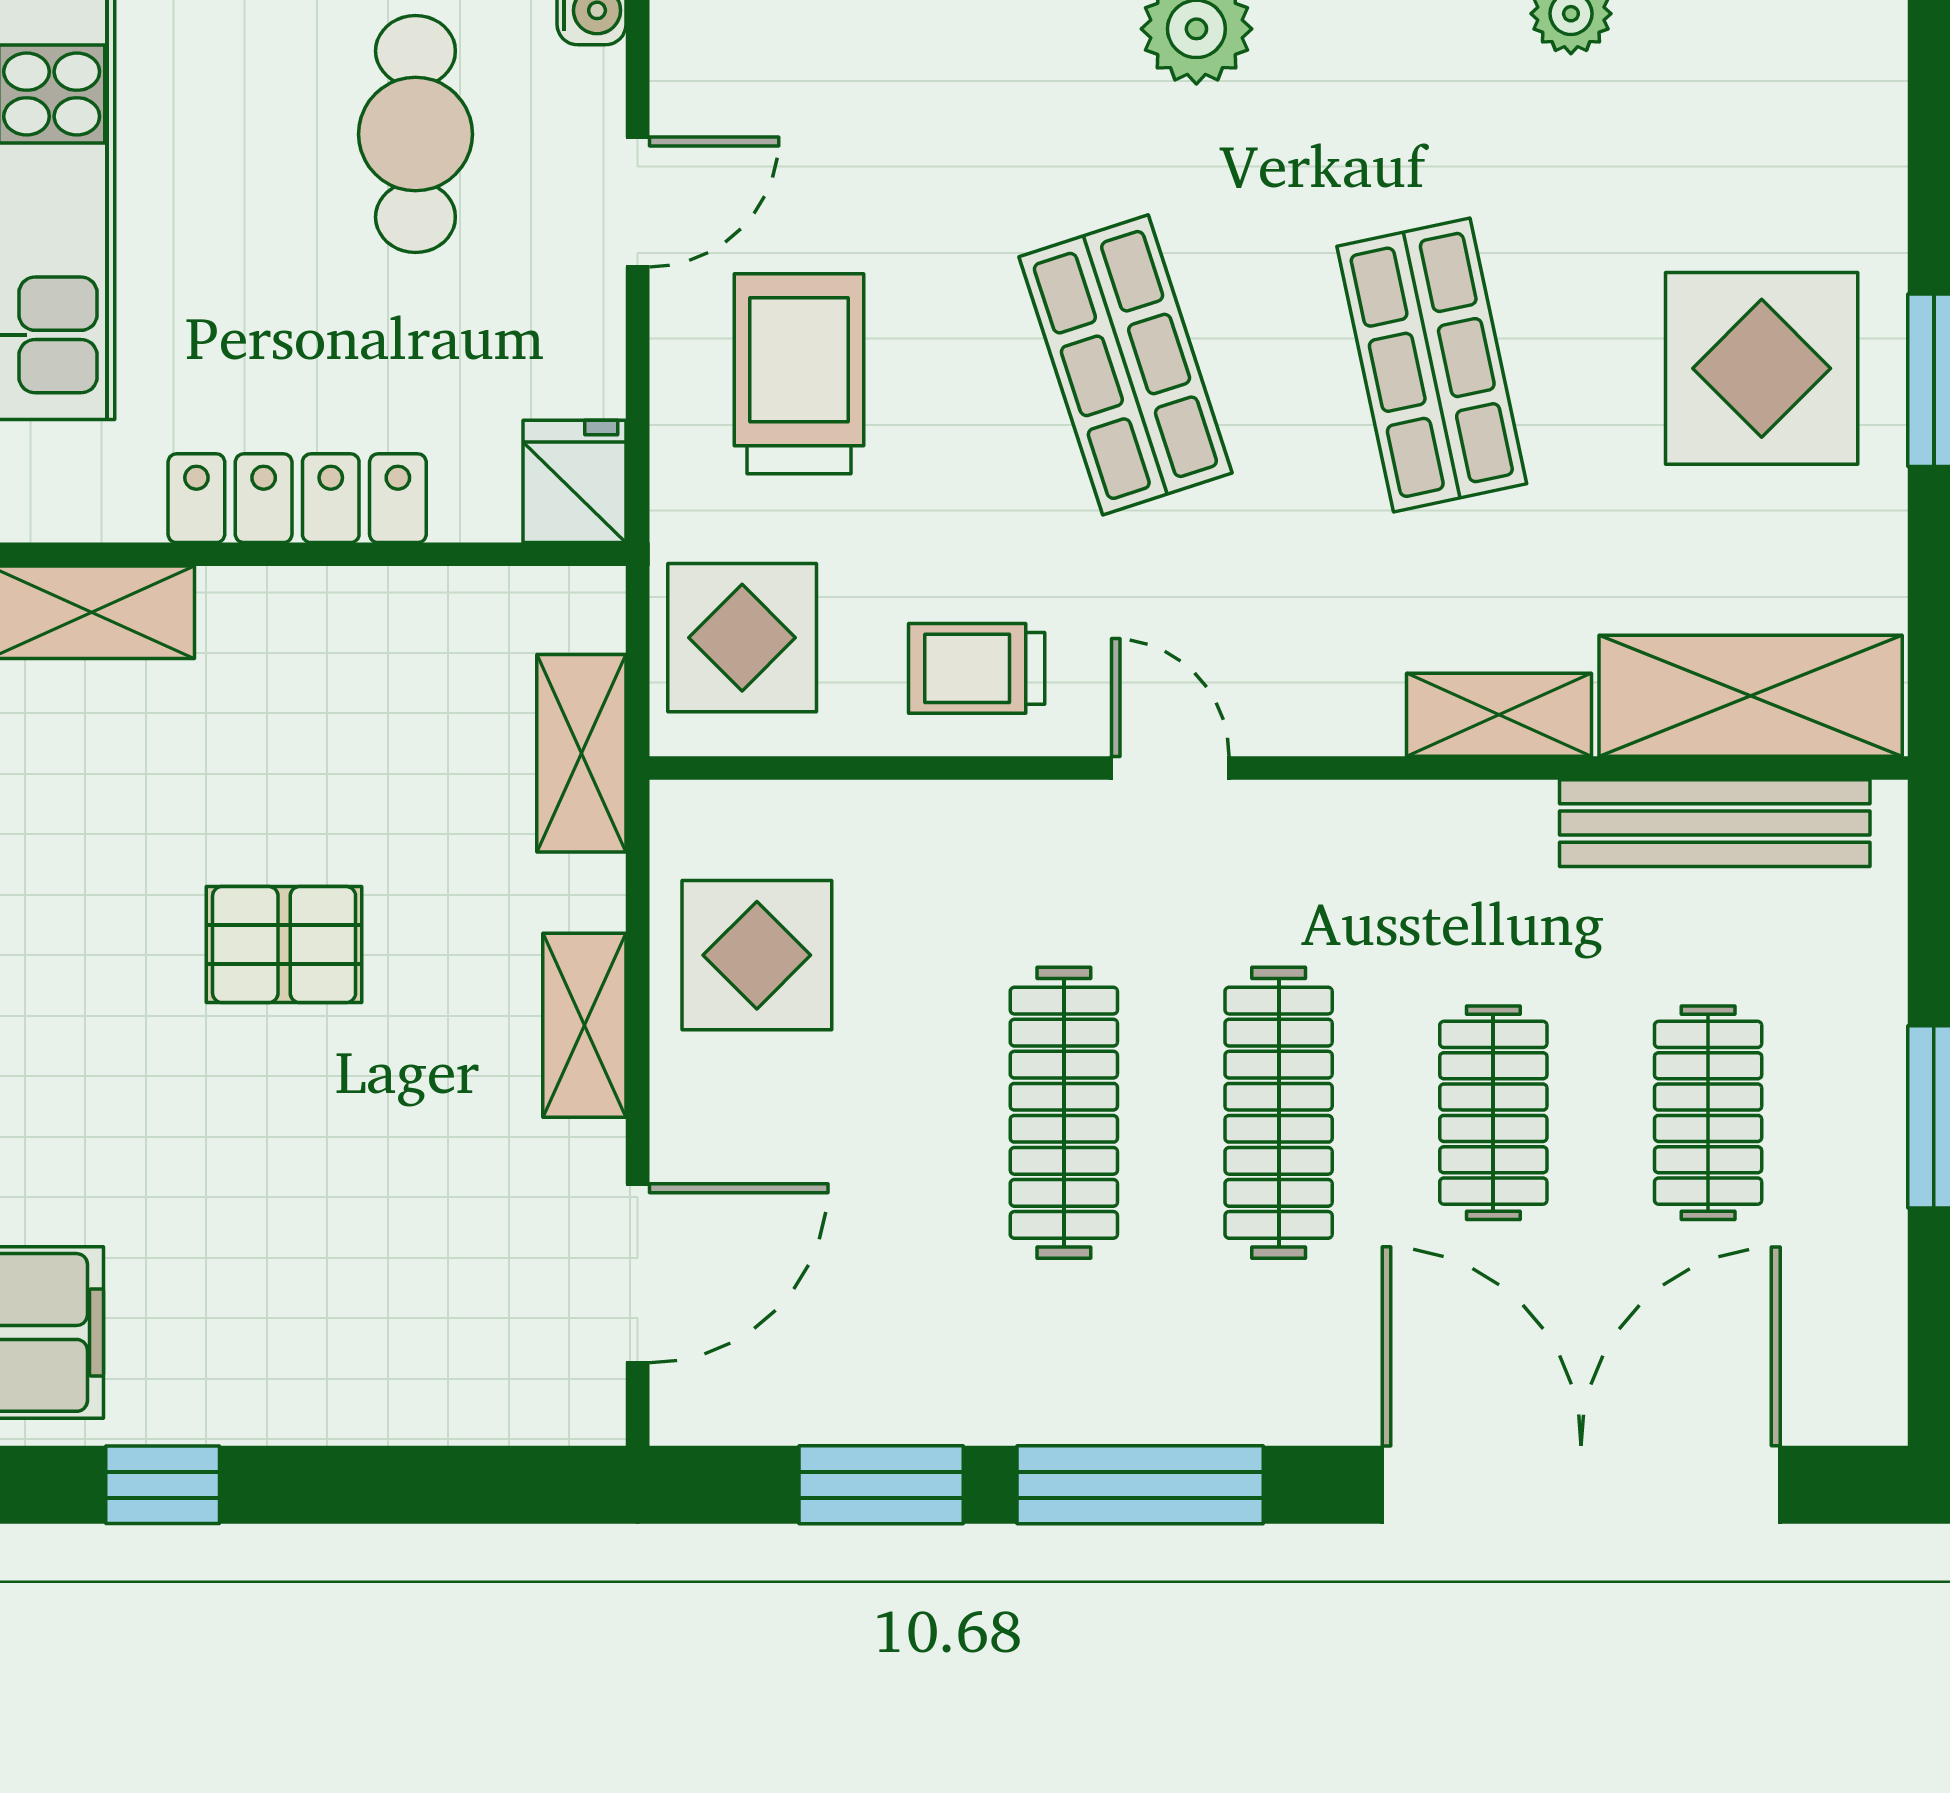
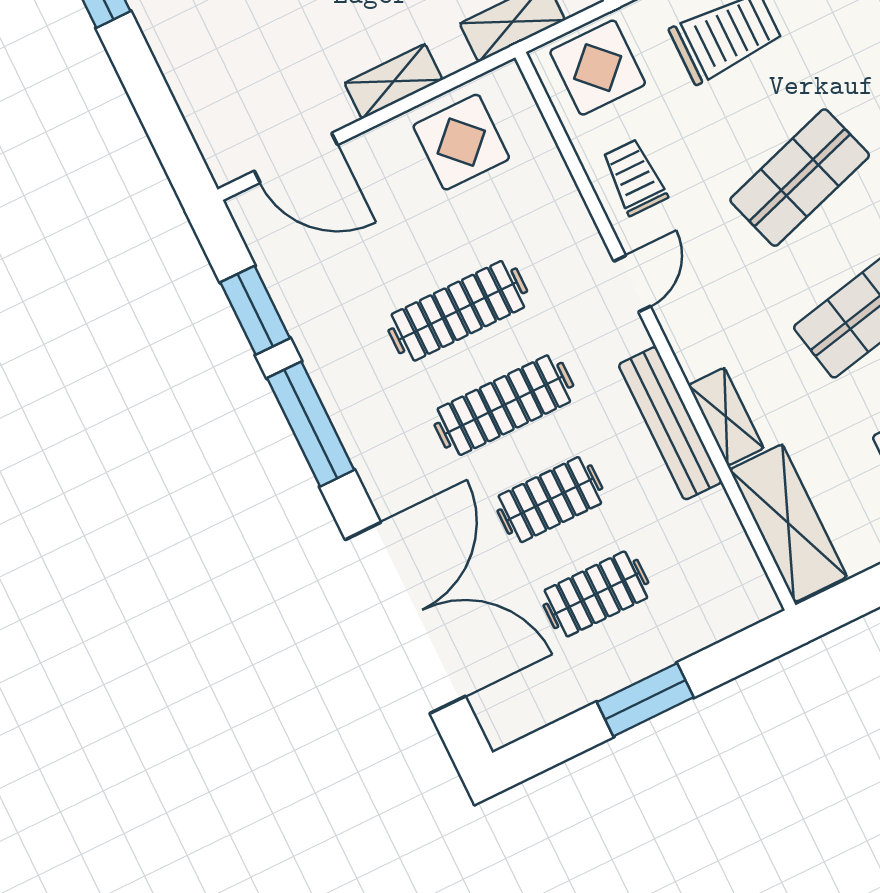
bench: (1715, 823) -> (670, 423), moved

